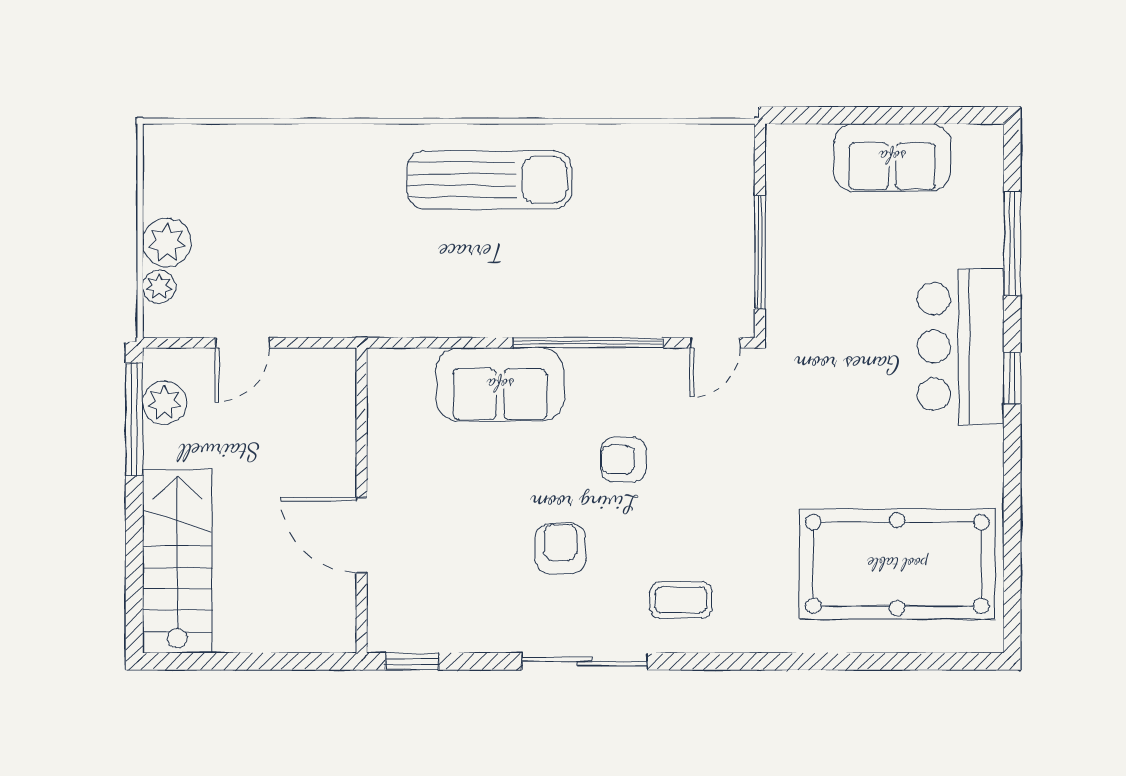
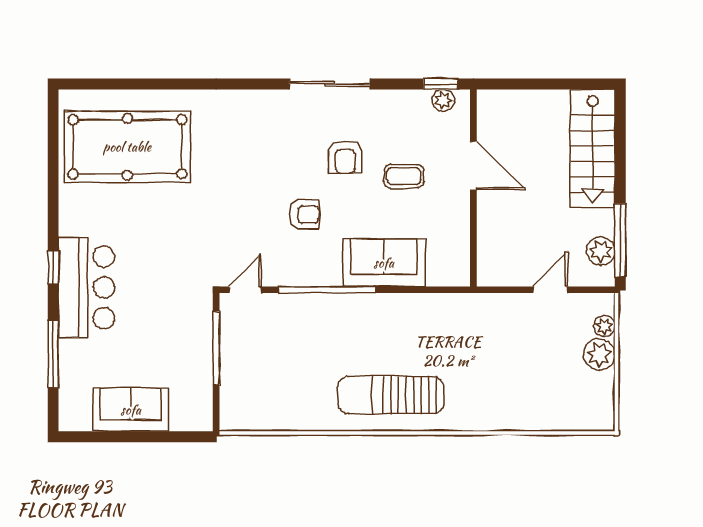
coffee table: (681, 600) -> (404, 176), moved
plant: (408, 636) -> (443, 100), added

